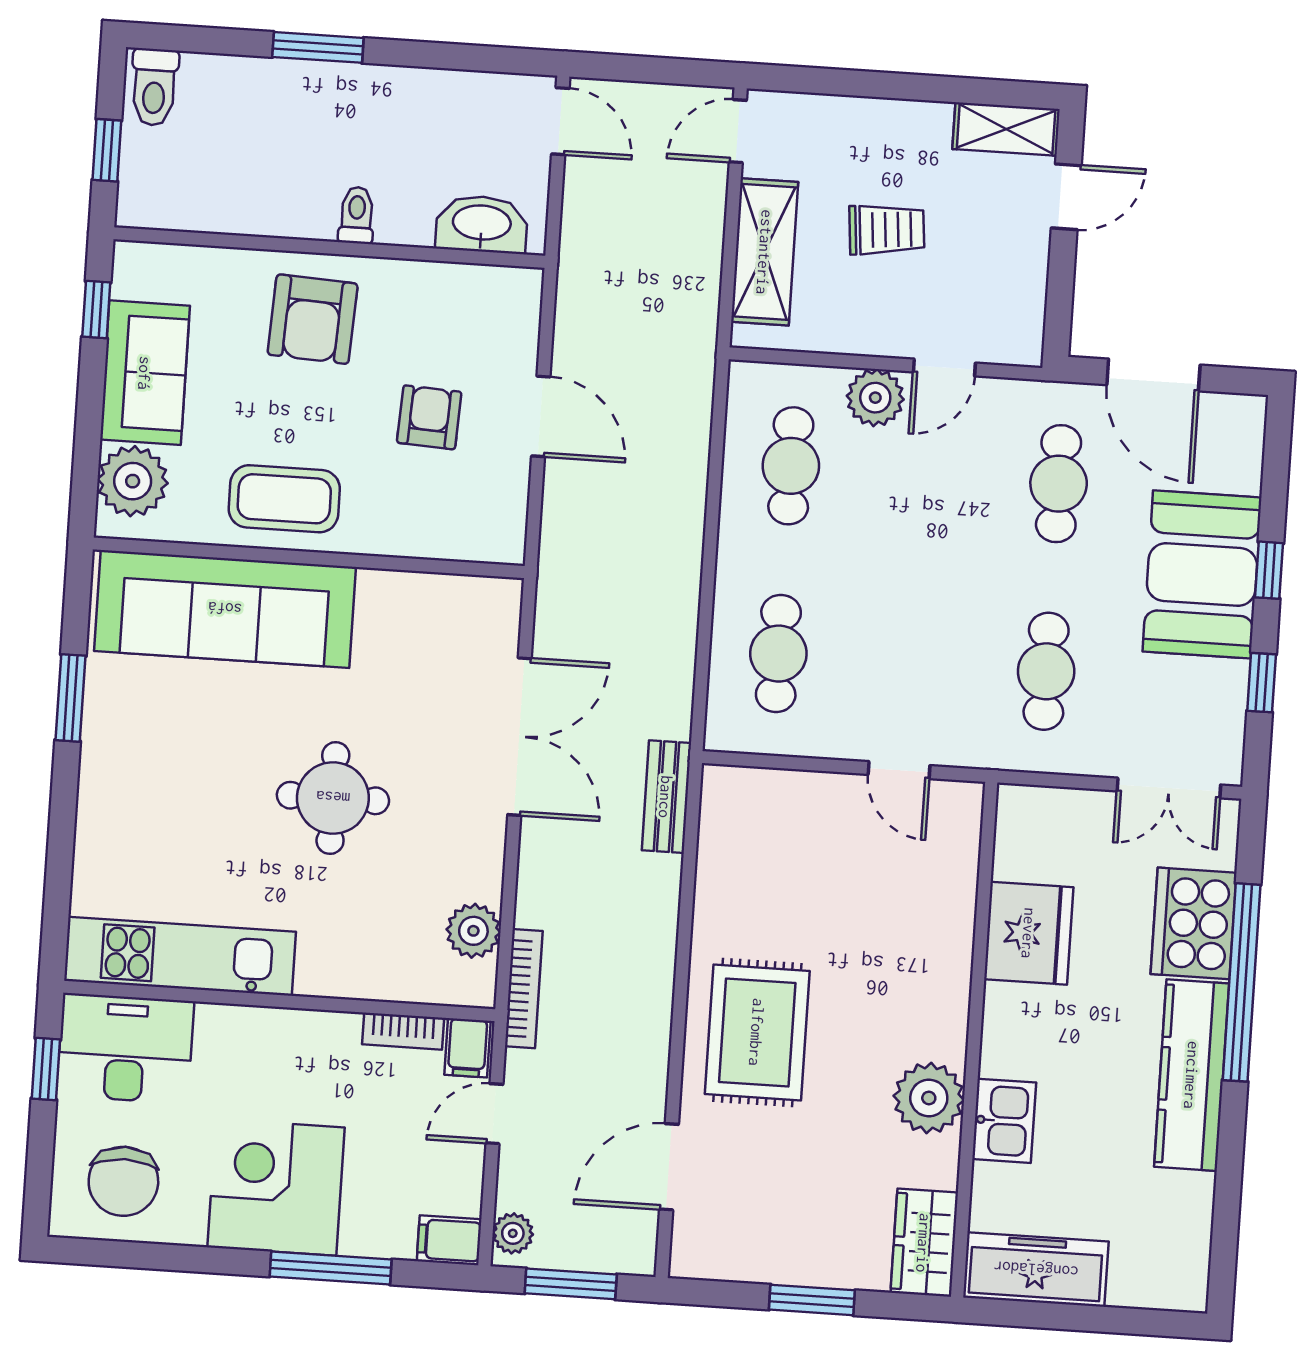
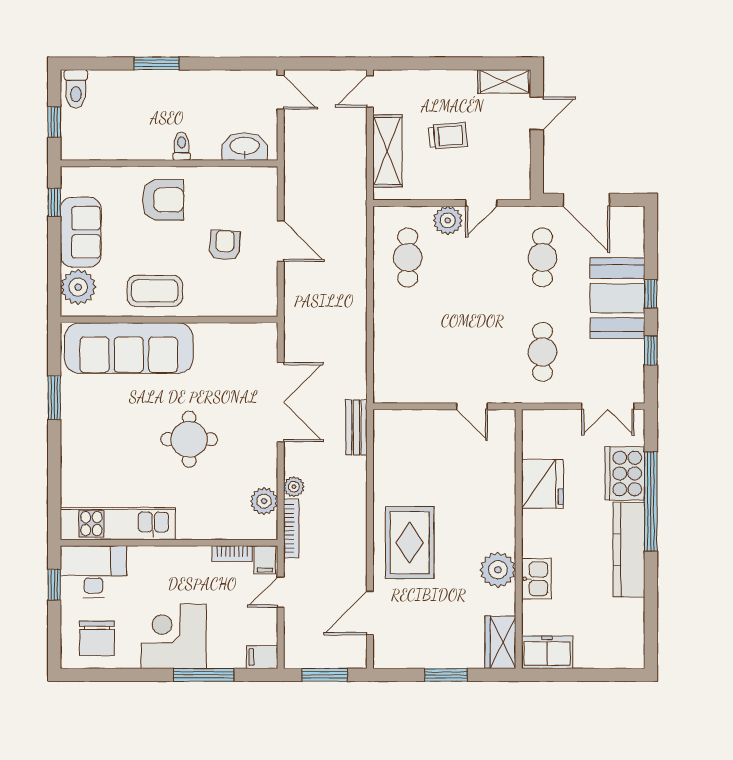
armchair: (313, 319) -> (163, 200), turned -93
cafe table: (778, 654) -> (408, 352), removed
plant: (513, 1233) -> (294, 487), moved
freezer: (1036, 1270) -> (547, 652), width x0.71

